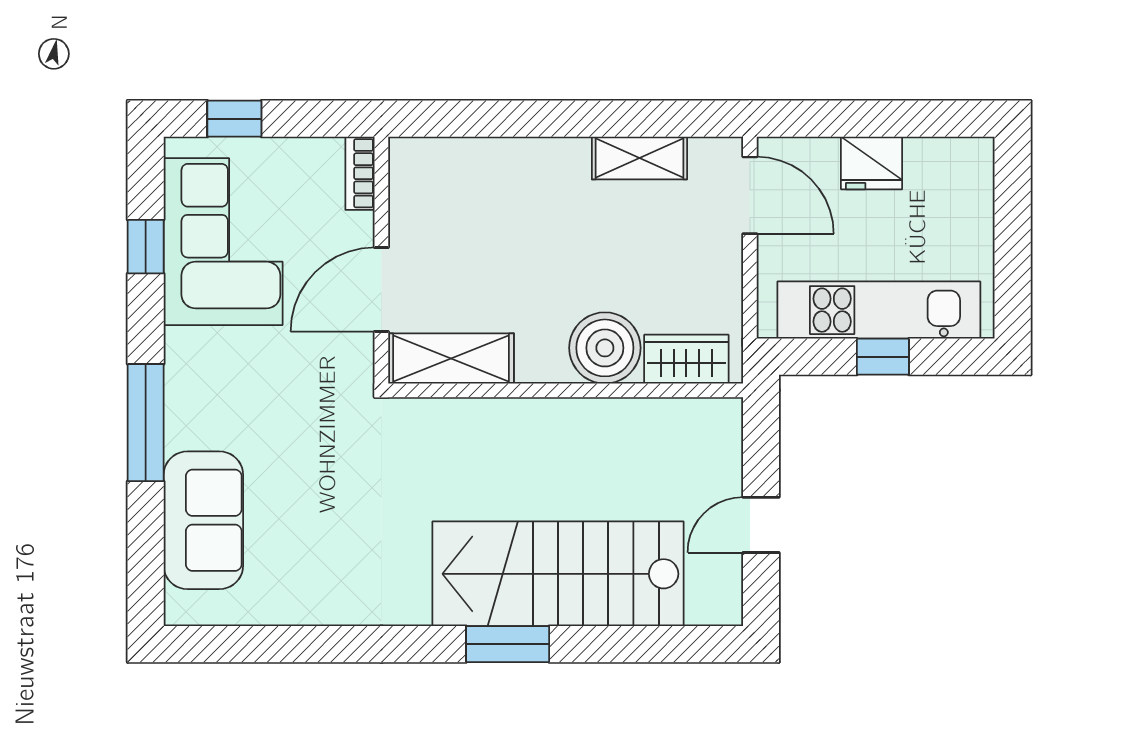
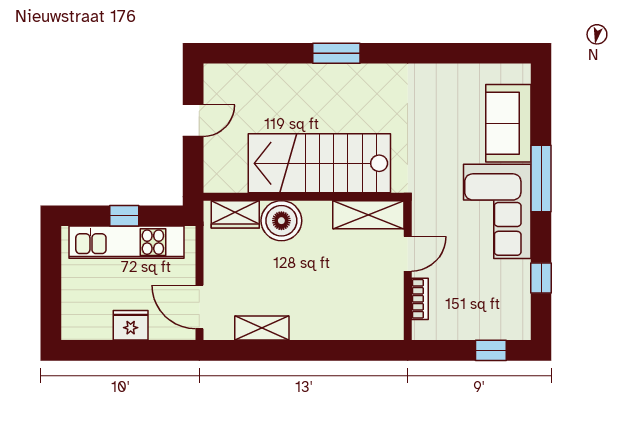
bookcase: (360, 173) -> (420, 299), moved
corner sofa: (223, 242) -> (497, 211), moved
door: (381, 290) -> (408, 254), width x0.73
stairs: (558, 574) -> (319, 163), moved, turned 180

